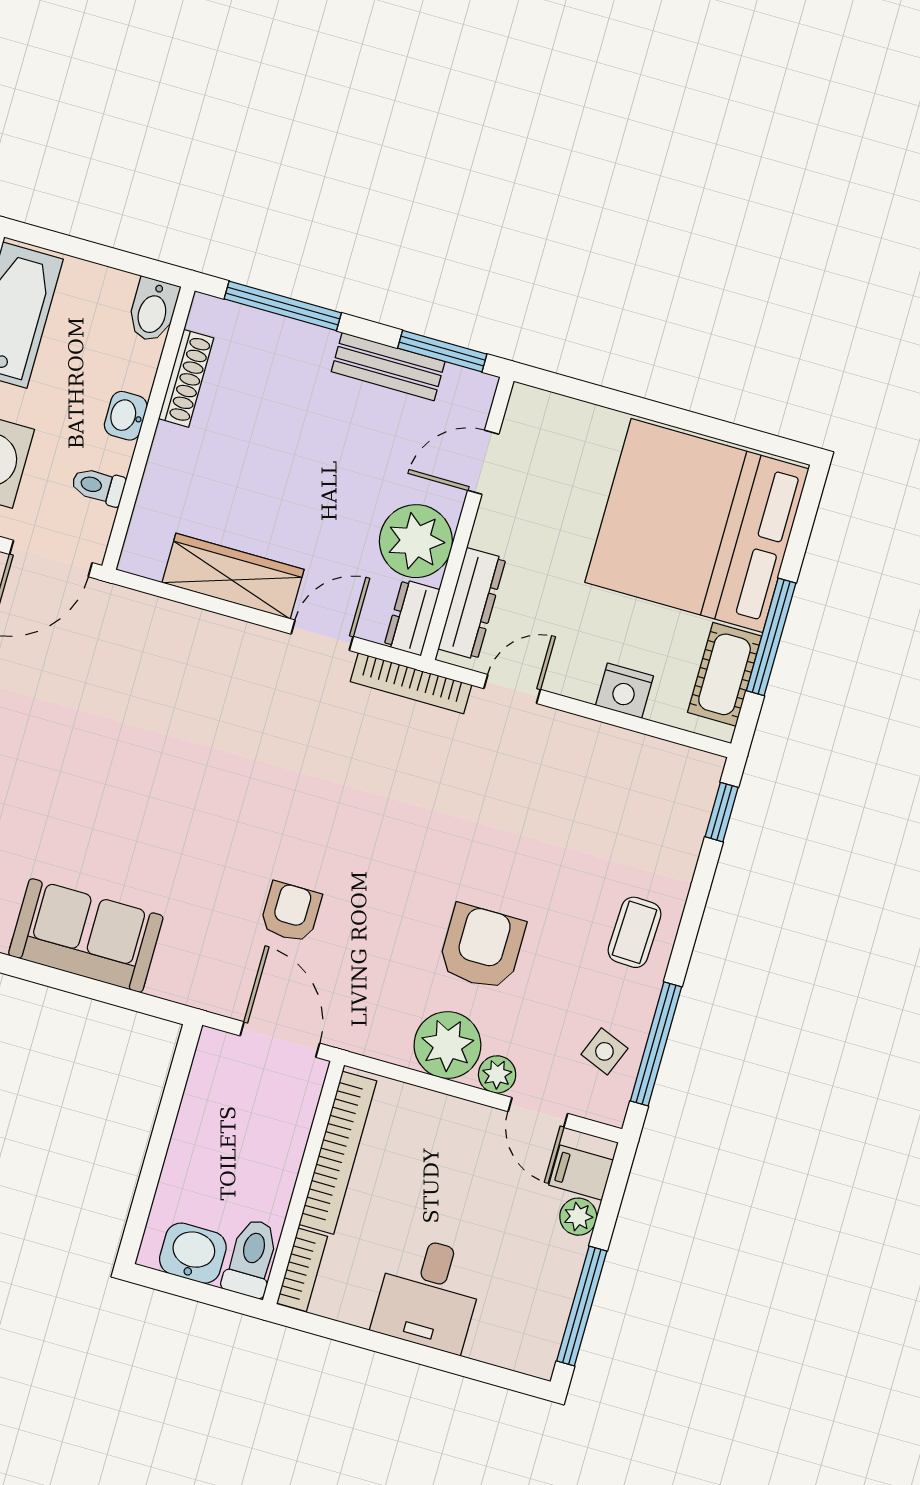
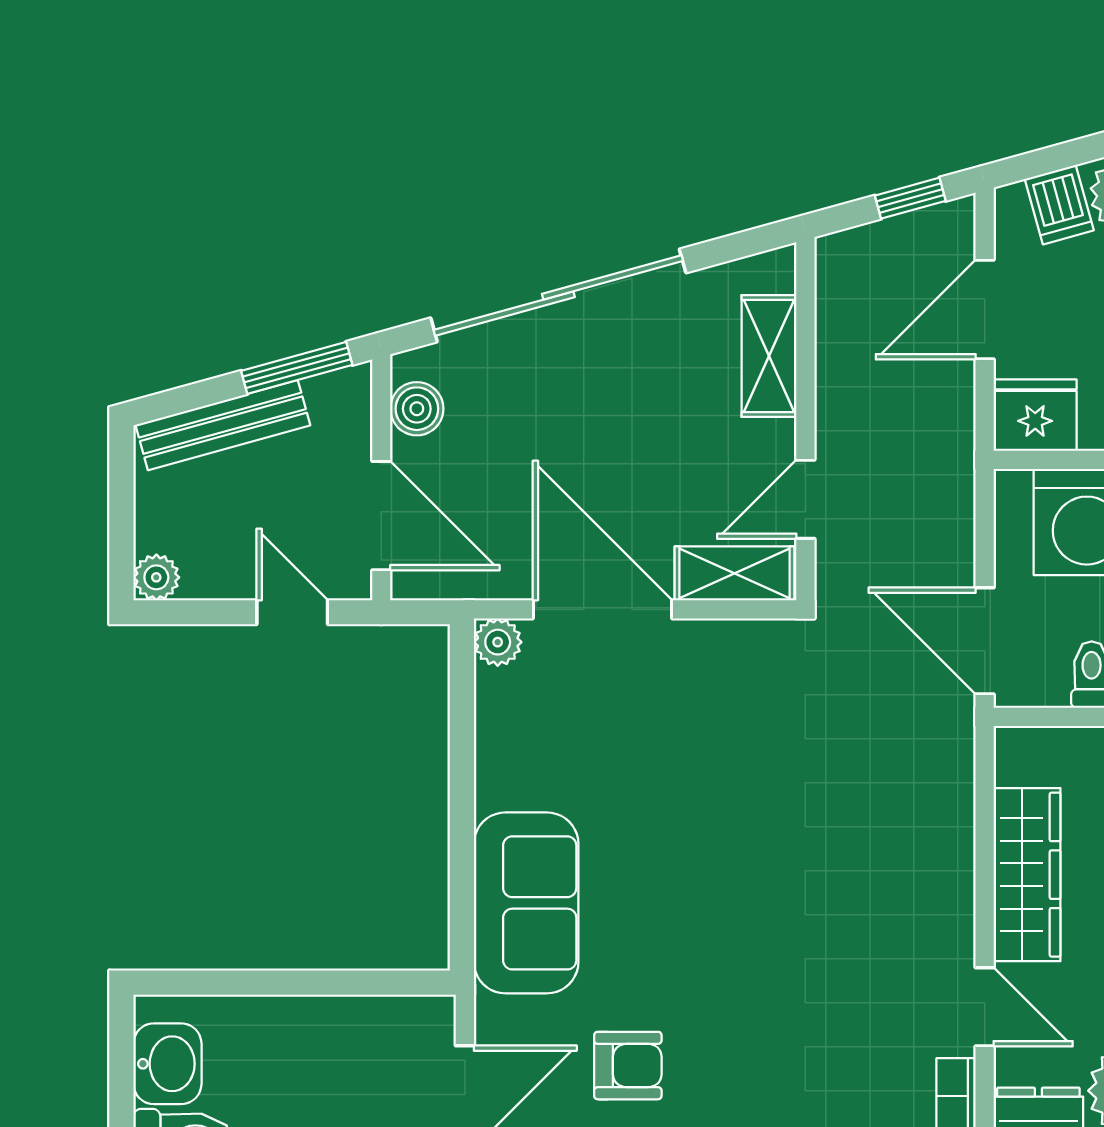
sofa: (86, 936) -> (526, 903), moved

